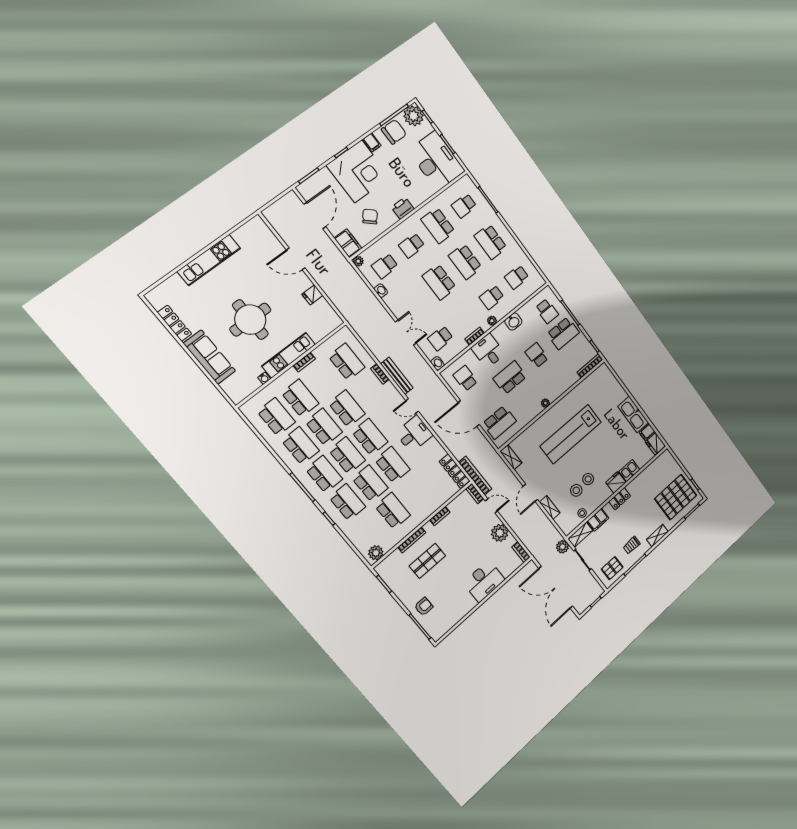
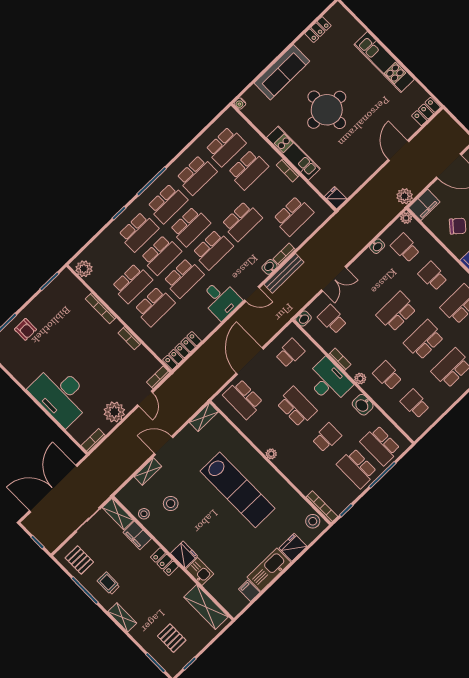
locker: (261, 228) -> (426, 112), added
fridge: (312, 295) -> (336, 198), moved
school desk: (547, 311) -> (380, 445), width x1.85
locker: (174, 323) -> (318, 30), width x0.66
desk: (488, 351) -> (329, 381), width x1.37
water cooler: (264, 378) -> (240, 104), moved
washbasin: (390, 388) -> (270, 267), added
door: (412, 406) -> (252, 294), swing flipped
school desk: (324, 427) -> (155, 306), moved
lab bench: (571, 434) -> (237, 490), turned 180
fridge: (655, 444) -> (293, 547), moved
shelving: (656, 468) -> (206, 607), added
bookcase: (475, 476) -> (179, 376), removed
stool: (588, 479) -> (313, 521), moved
pallet: (676, 497) -> (172, 638), width x0.49, depth x0.50
plant: (562, 547) -> (405, 196), moved
shop shelf: (427, 561) -> (78, 329), removed
desk: (484, 581) -> (61, 395), width x1.36, depth x1.30

